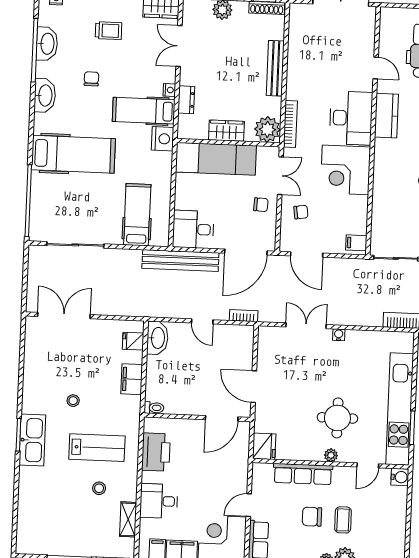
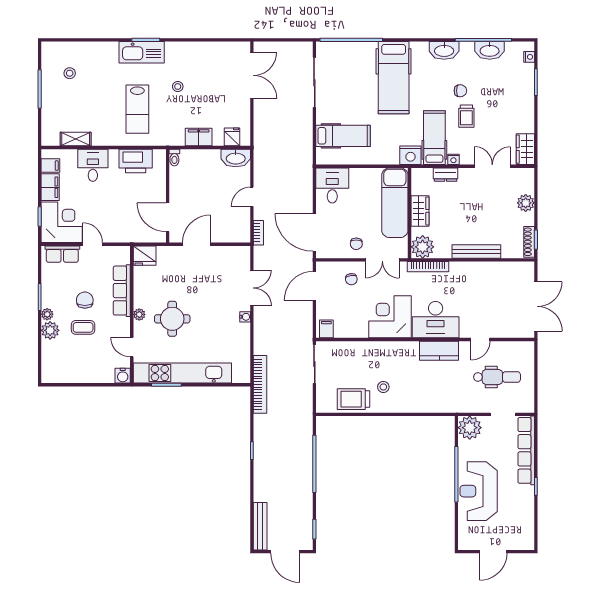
trolley: (108, 31) -> (466, 116), moved
bench: (180, 260) -> (304, 175), removed
stool: (99, 488) -> (70, 73), moved

